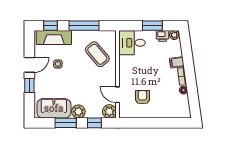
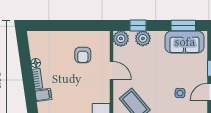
door: (118, 95) -> (111, 71), moved
plant: (78, 112) -> (143, 38), moved
window: (66, 123) -> (183, 25), moved

